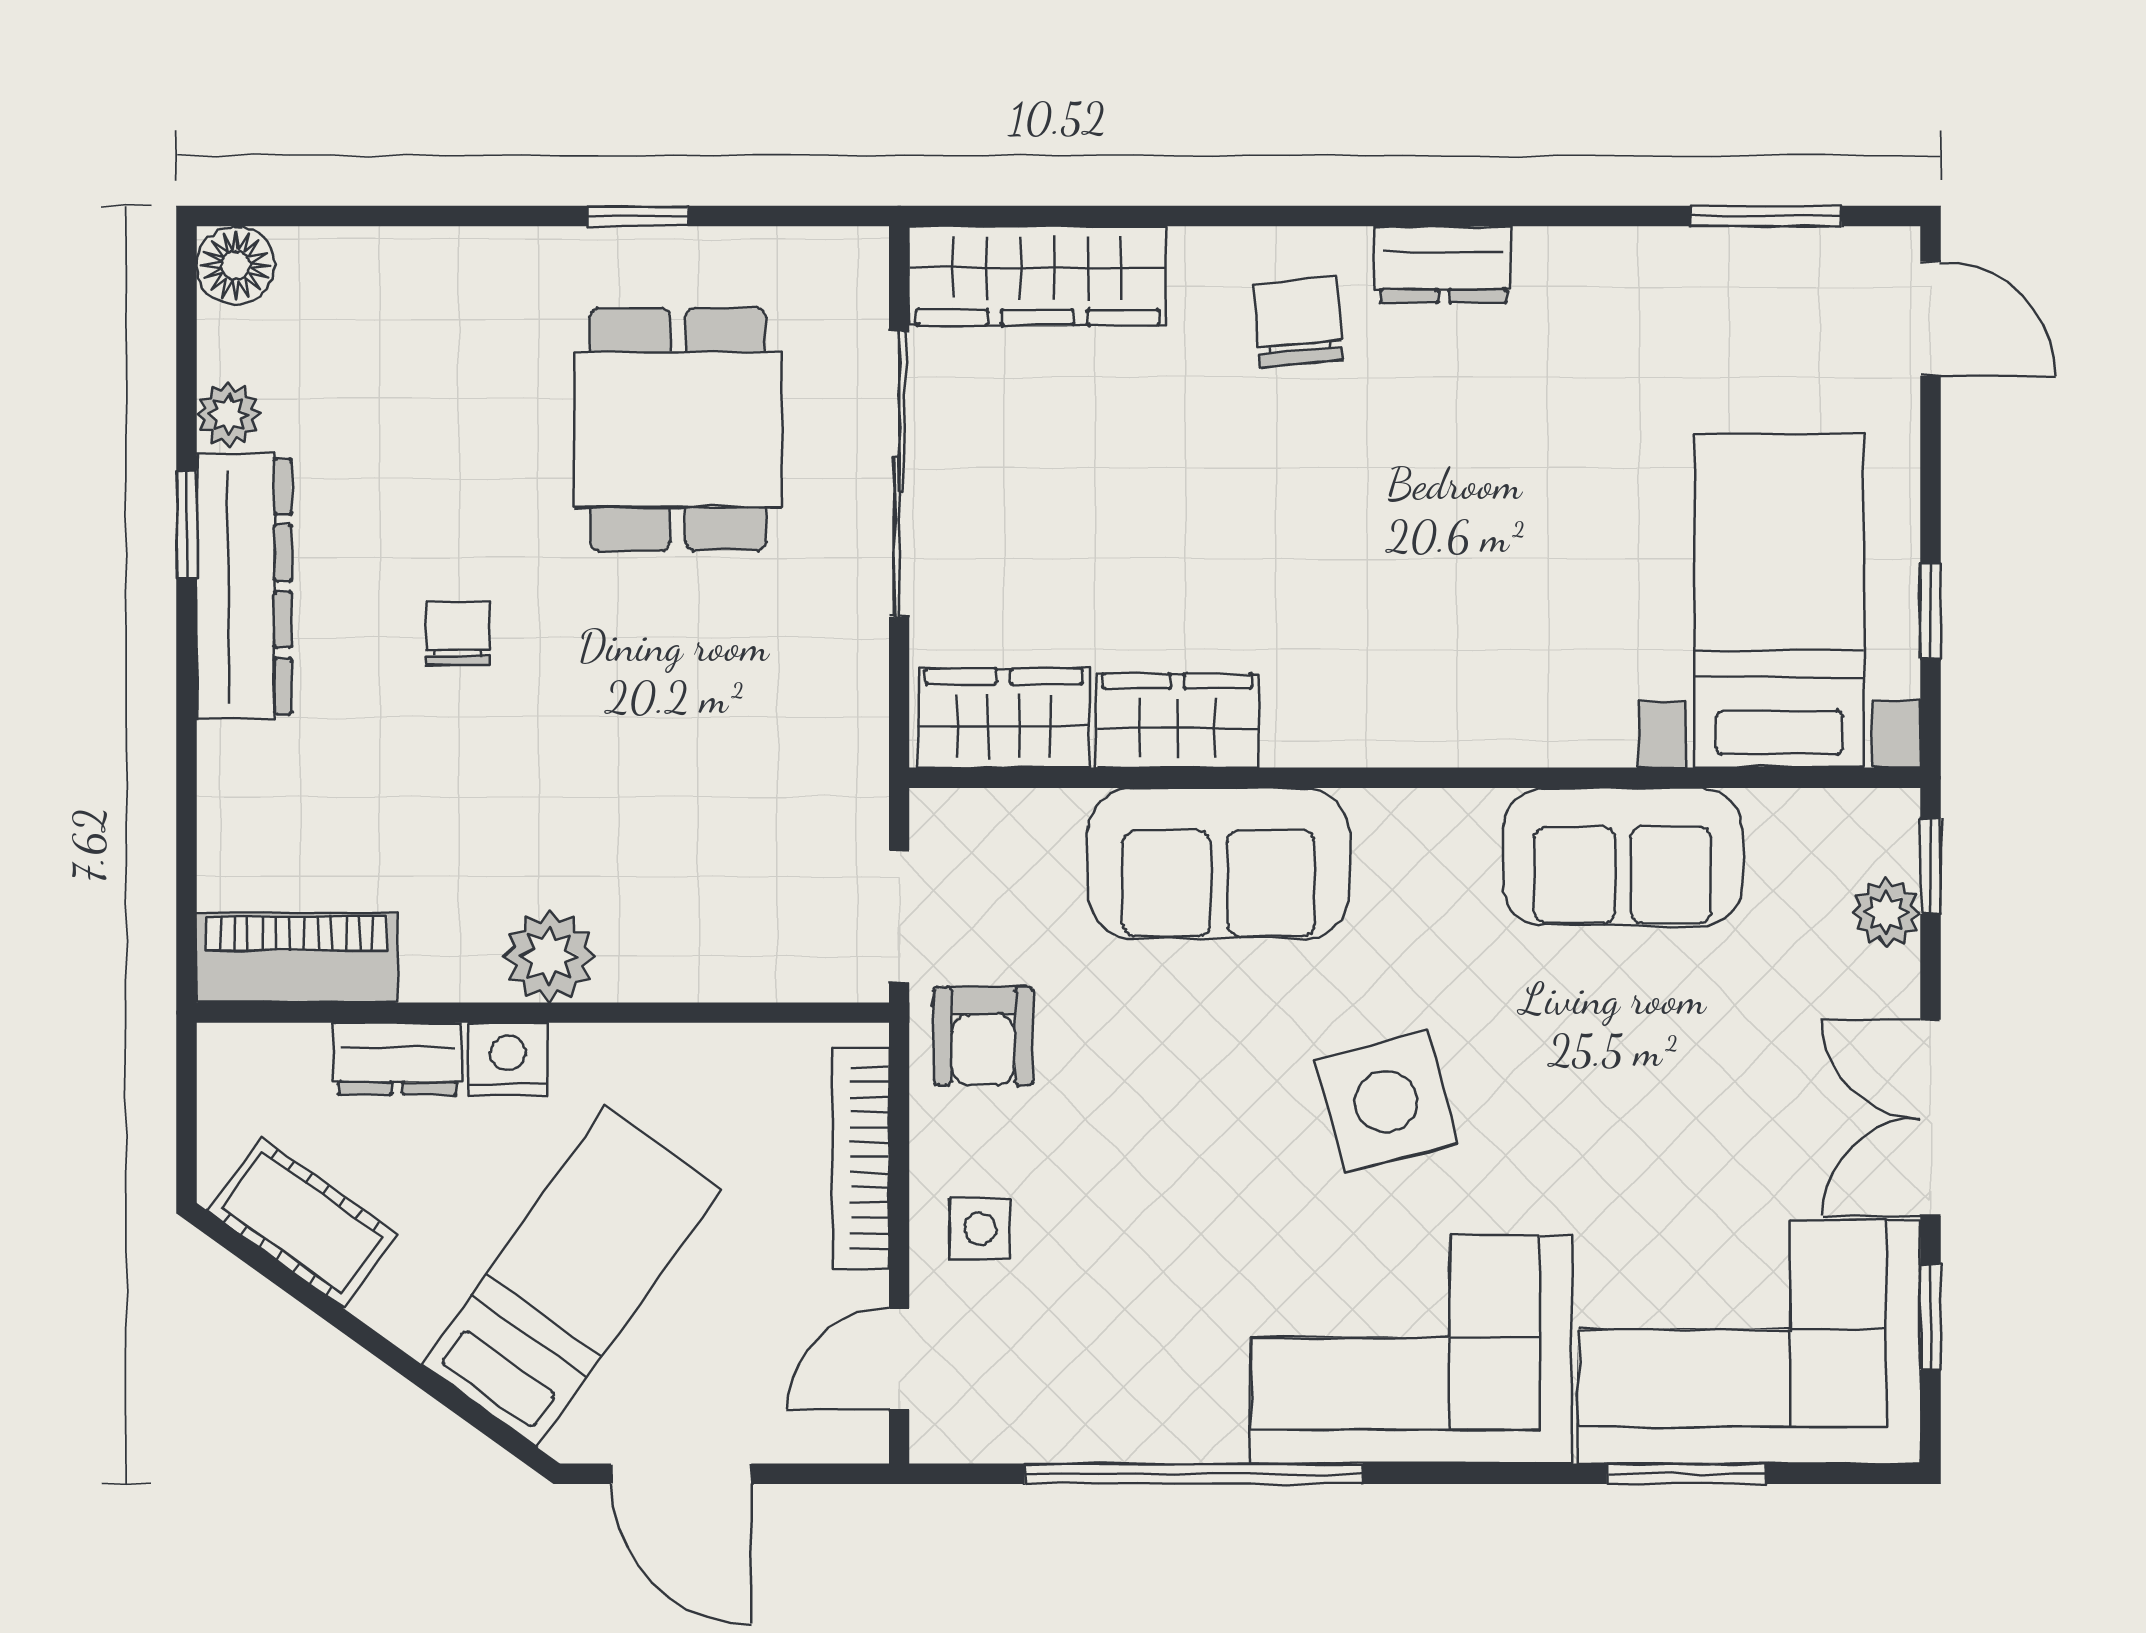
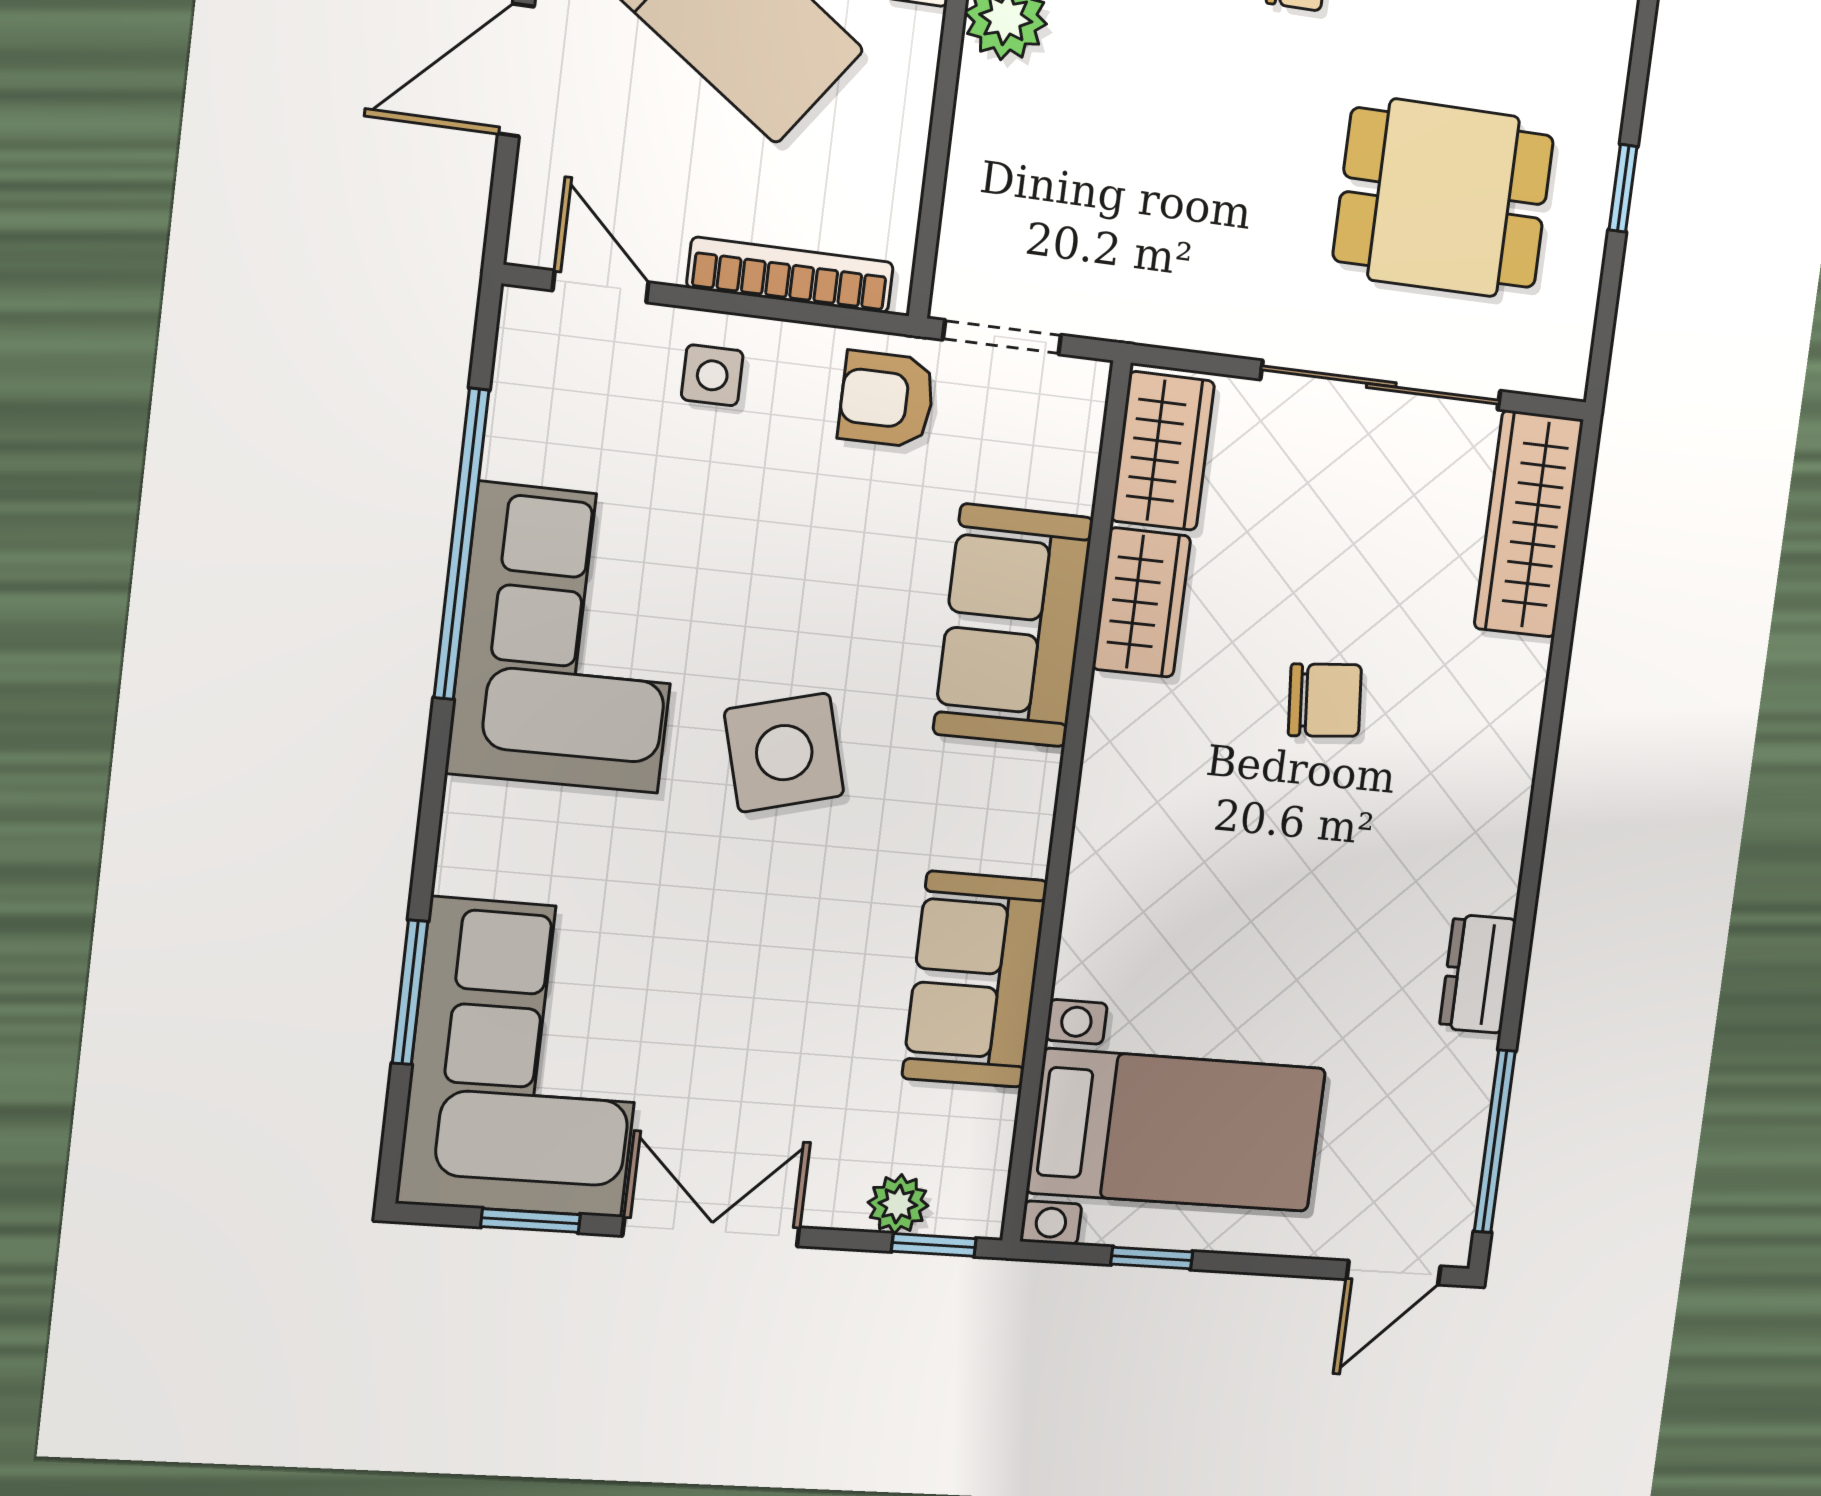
window: (1766, 216) -> (1495, 1141), width x1.44
dresser: (1443, 265) -> (1478, 974), moved
chair: (1298, 322) -> (1325, 700), moved
corner sofa: (1411, 1349) -> (569, 638), moved

